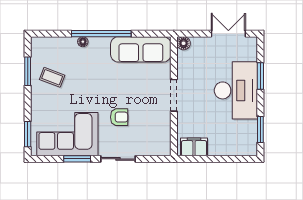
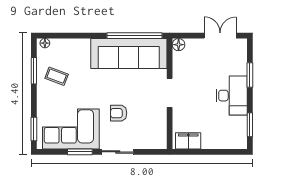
window: (101, 34) -> (135, 36), moved
floor lamp: (83, 42) -> (45, 43), moved
sofa: (141, 49) -> (129, 53), width x1.36, depth x1.27
desk: (236, 90) -> (232, 96), width x0.73, depth x0.77
armchair: (119, 117) -> (119, 113), turned 180

